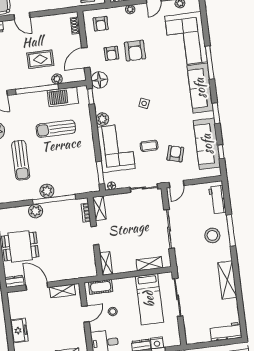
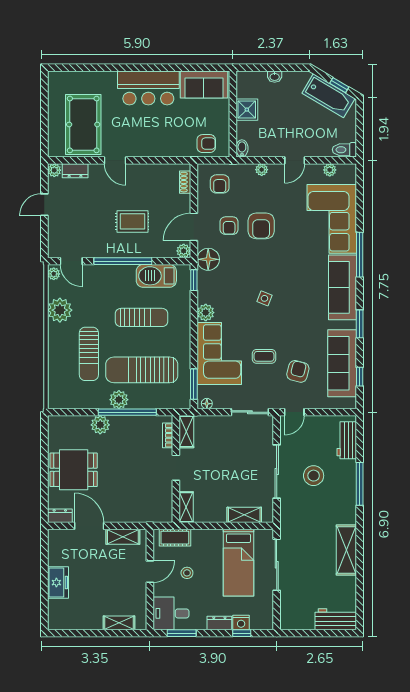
plant: (57, 79) -> (184, 251), moved
sun lounger: (56, 129) -> (142, 317), turned 180
sun lounger: (61, 167) -> (142, 370), added
stool: (212, 235) -> (314, 476), moved

